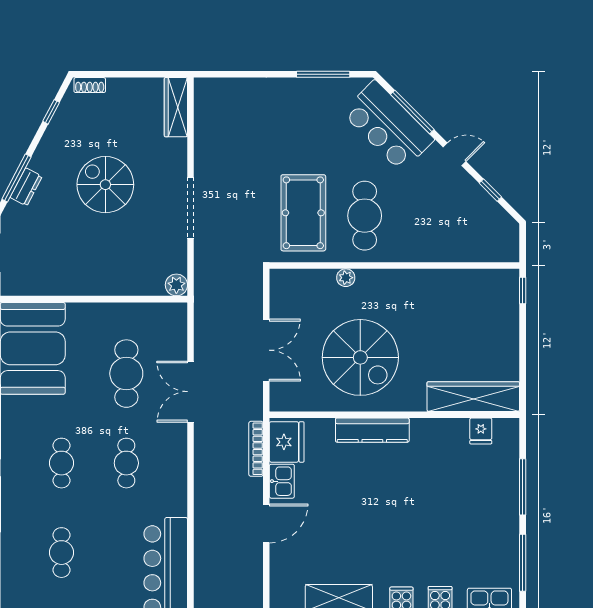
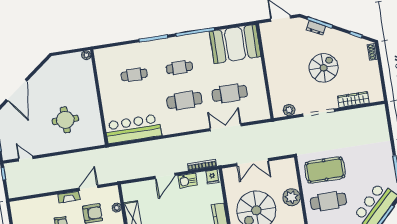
wardrobe: (176, 107) -> (353, 100), moved
plant: (346, 278) -> (292, 197), width x1.87, depth x1.87
plant: (176, 285) -> (289, 110), moved
fridge: (287, 442) -> (212, 177), width x0.53, depth x0.75
cafe table: (126, 463) -> (184, 100), width x1.37, depth x1.35
door: (266, 523) -> (165, 176), hinge flipped

